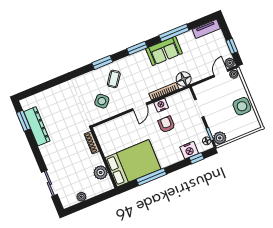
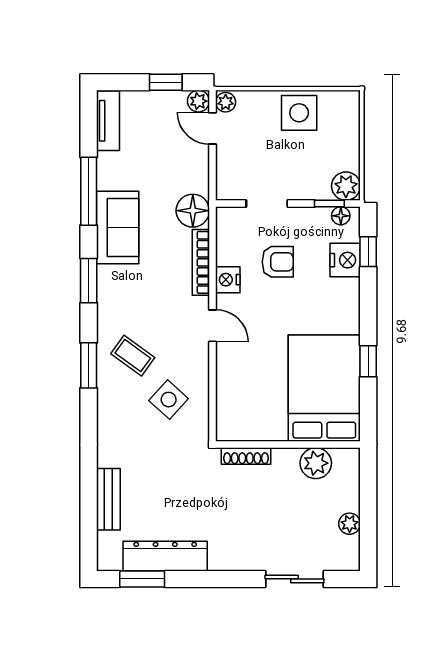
bench: (51, 93) -> (108, 499), added
armchair: (167, 124) -> (278, 262), moved, turned 180
window: (151, 177) -> (368, 361), width x0.46

